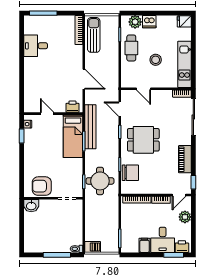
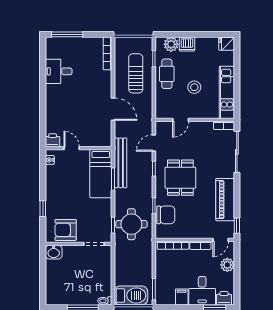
sun lounger: (94, 35) -> (136, 73), moved
door: (144, 89) -> (181, 120), hinge flipped
printer: (72, 107) -> (53, 140), moved
door: (120, 109) -> (154, 143), hinge flipped
window: (22, 136) -> (43, 209), moved
dining table: (143, 140) -> (180, 178), turned 90
piano: (185, 159) -> (225, 200), width x1.37, depth x1.33
barbecue: (93, 247) -> (131, 295), width x1.88, depth x1.53

